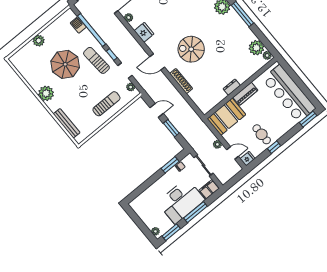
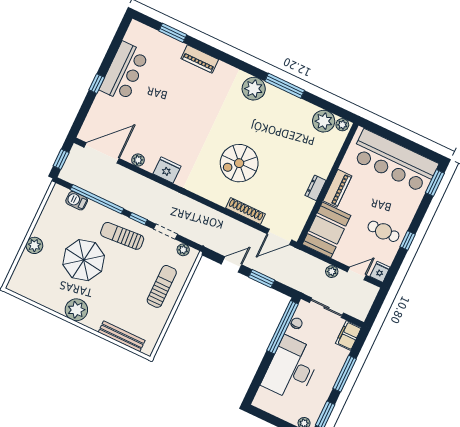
door: (157, 62) -> (279, 237), moved
window: (170, 165) -> (282, 327), width x2.11
desk: (181, 201) -> (291, 369), moved, turned 180

